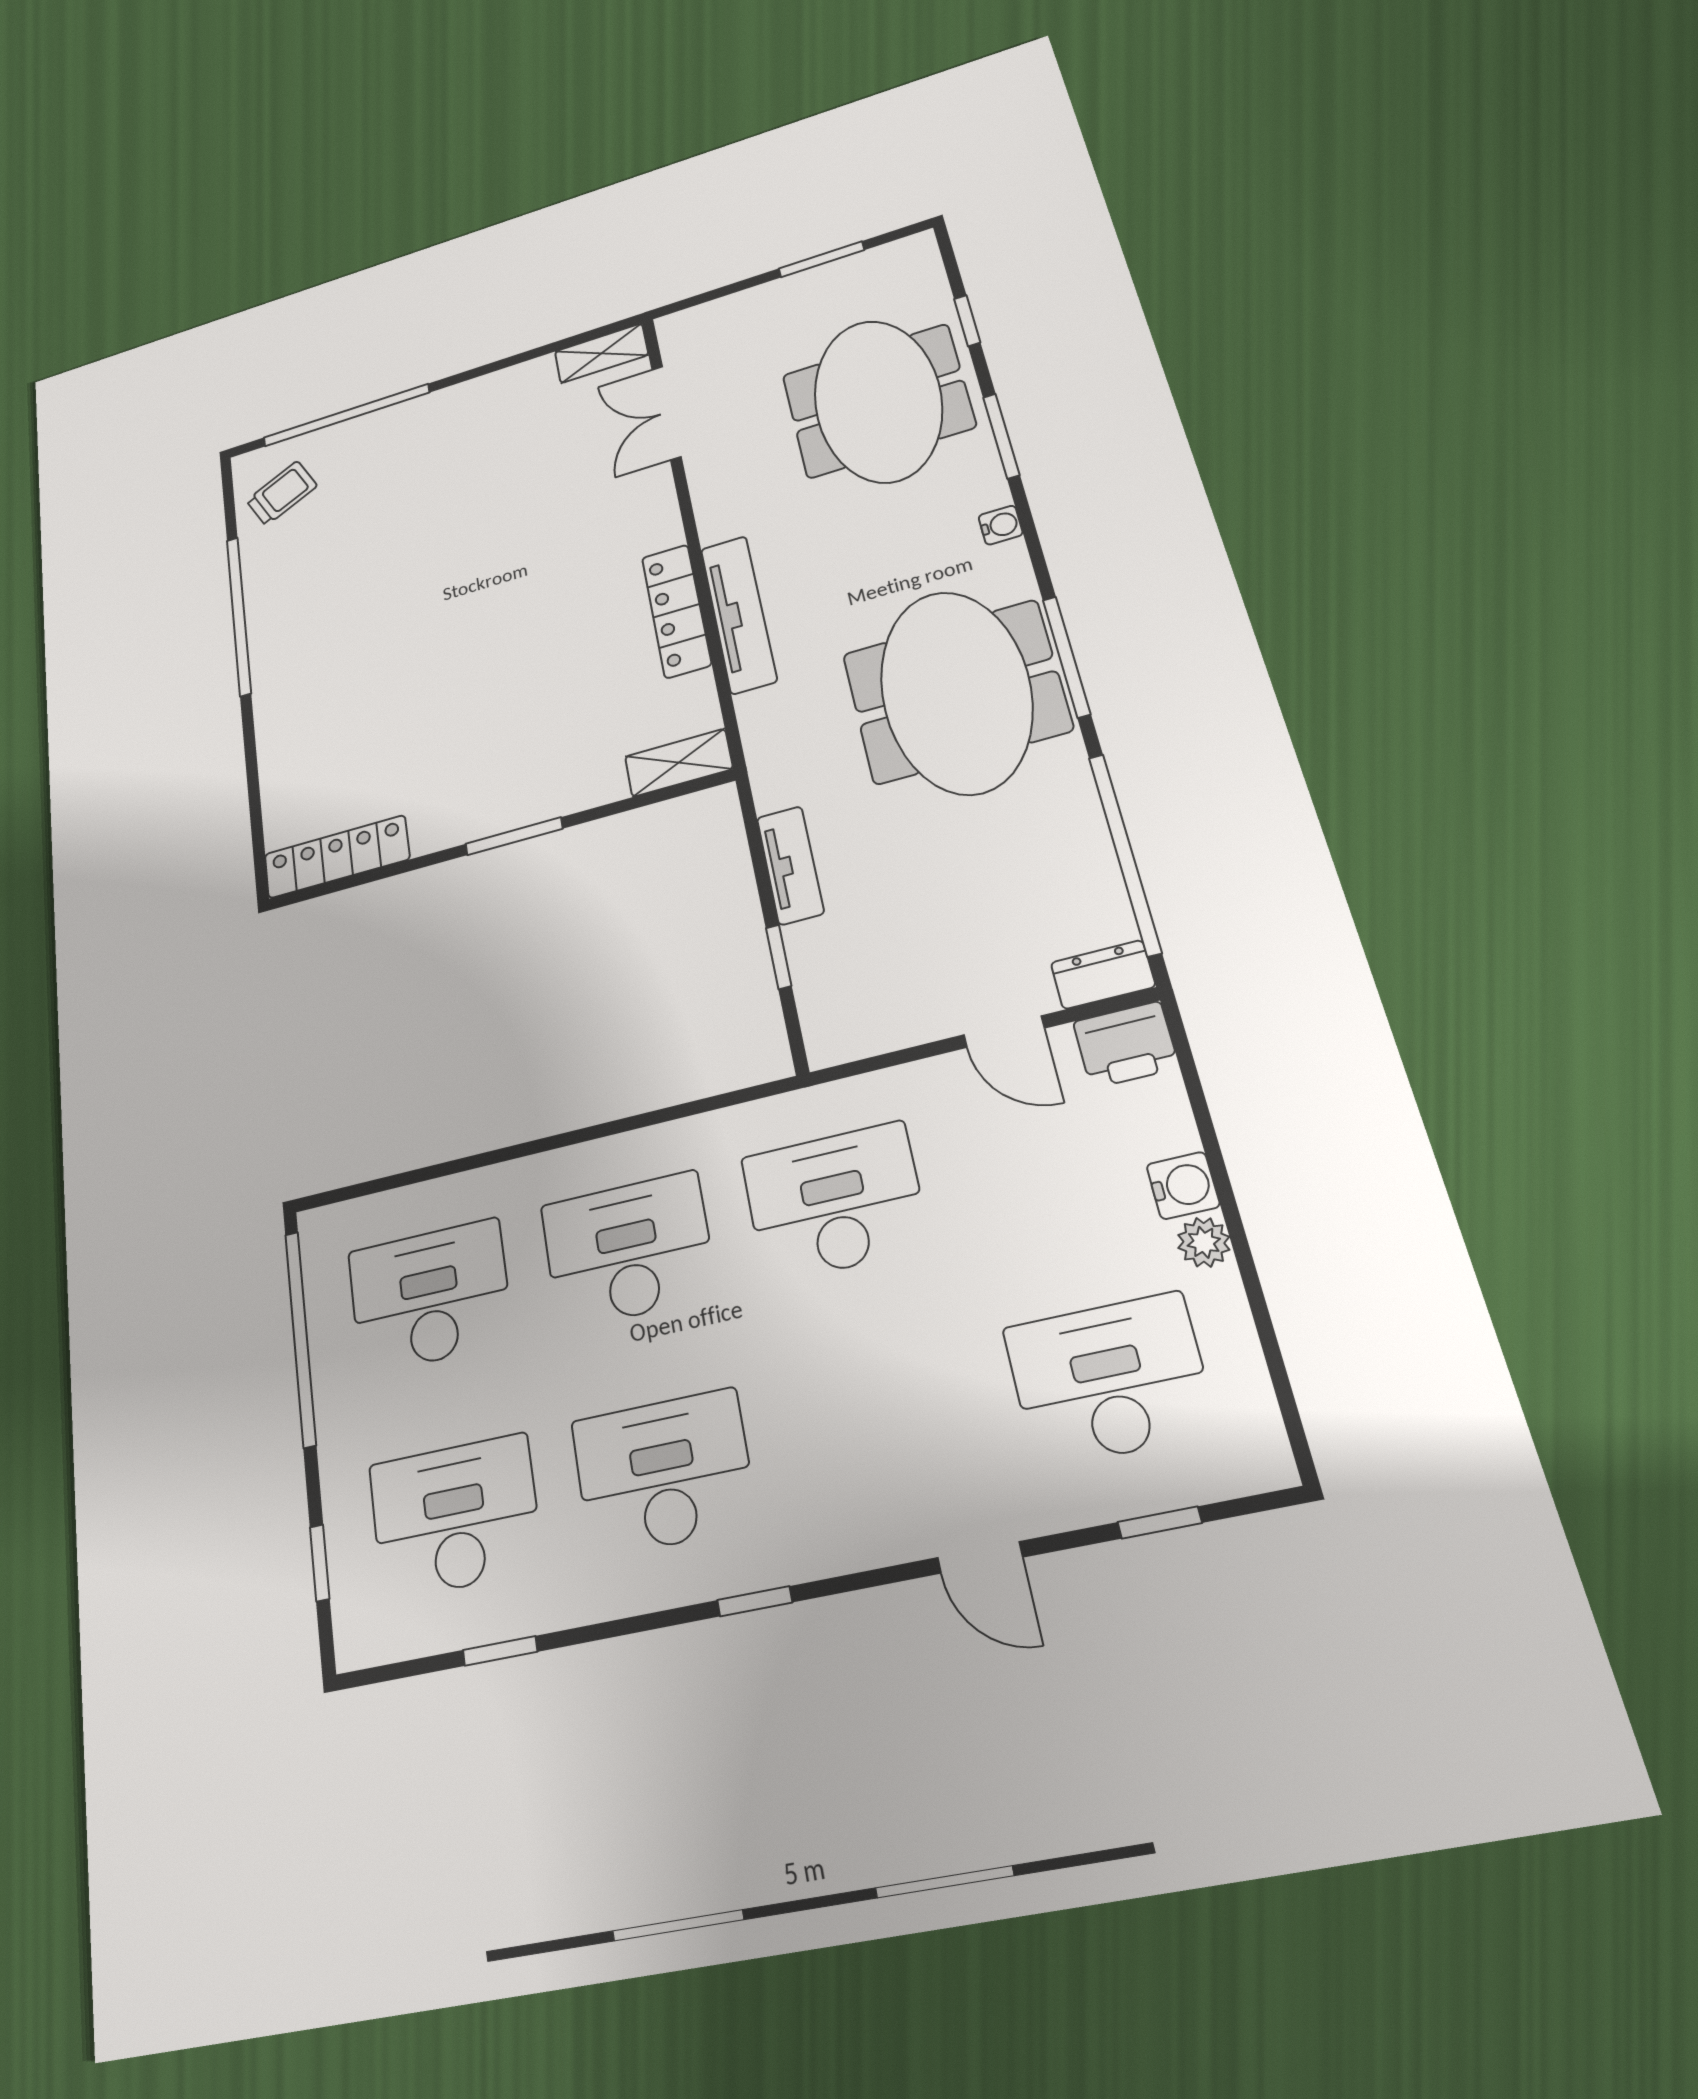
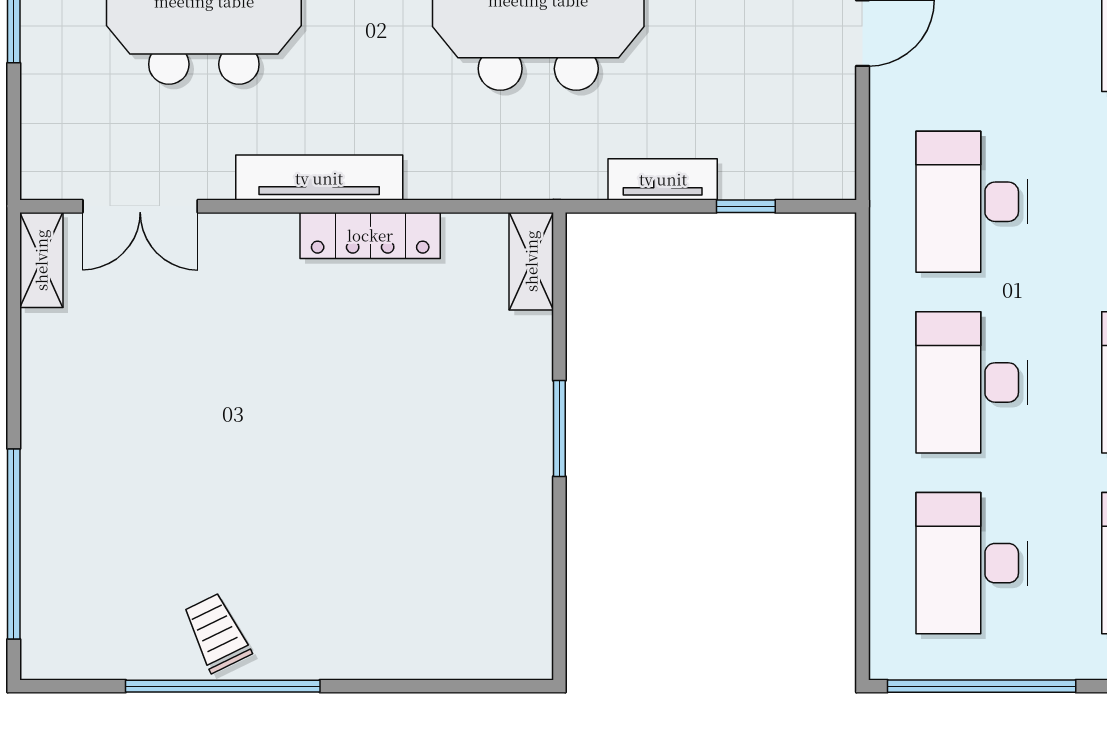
trolley: (282, 493) -> (217, 633), moved
tv unit: (739, 614) -> (319, 178), moved
locker: (337, 857) -> (529, 607), removed

